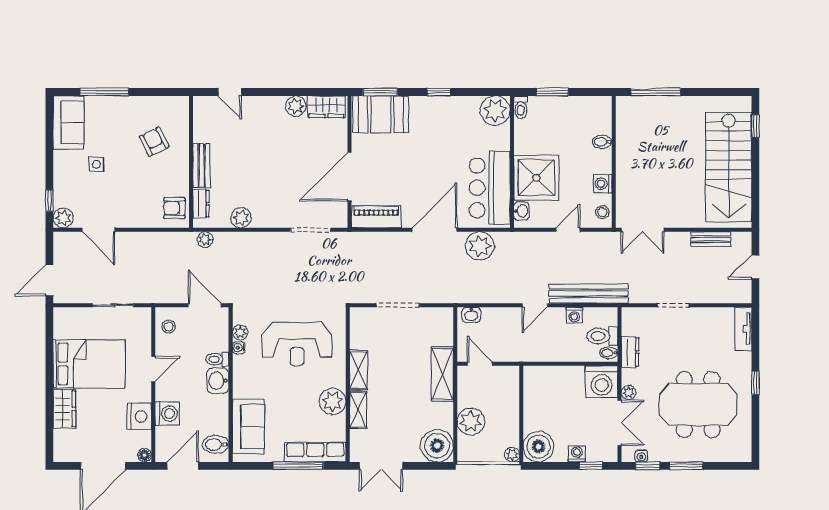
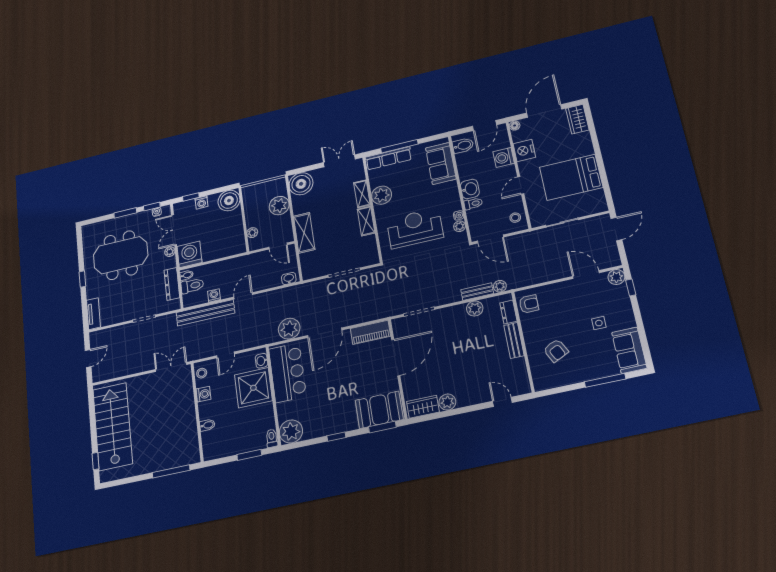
bench: (711, 239) -> (477, 292), moved
dresser: (630, 352) -> (172, 284), width x1.44
wardrobe: (64, 409) -> (577, 119), moved
plant: (512, 455) -> (252, 233), moved

